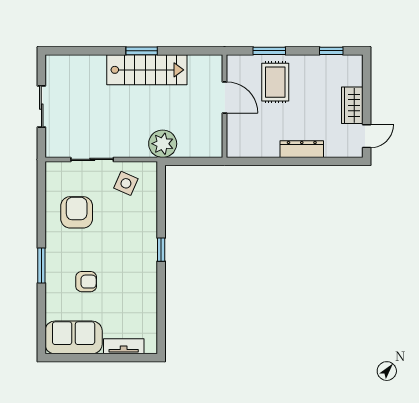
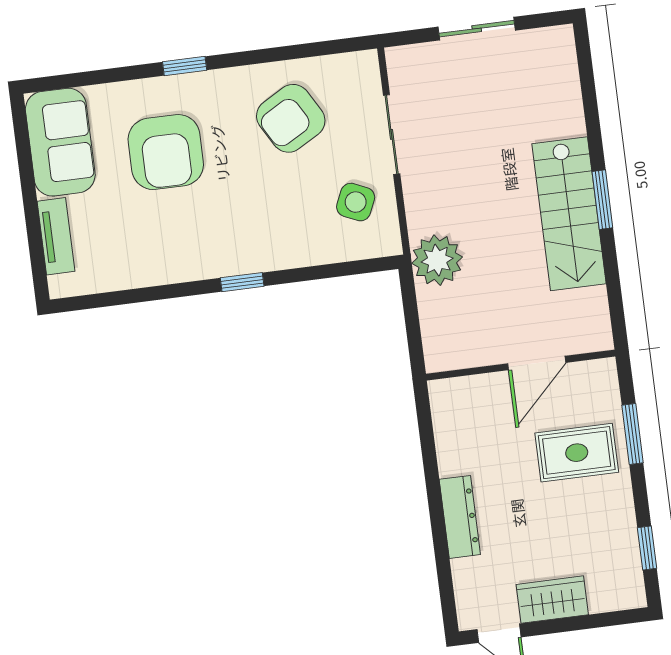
armchair: (77, 212) -> (291, 118), turned 150
window: (41, 266) -> (185, 66), width x0.67
armchair: (86, 282) -> (166, 152), width x1.88, depth x1.88

